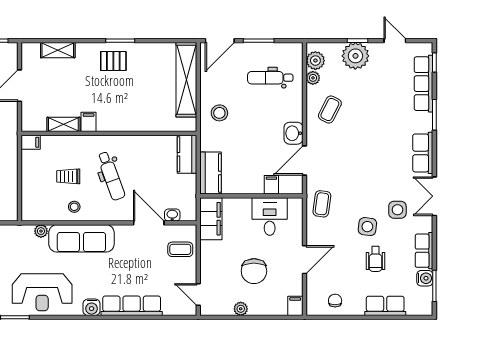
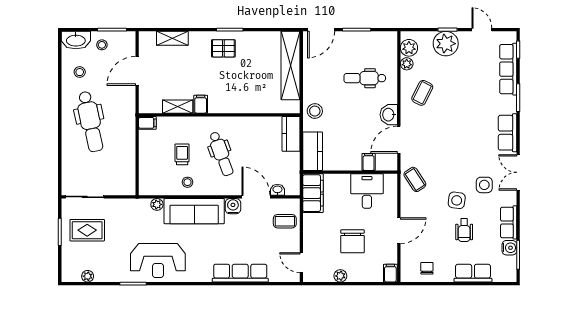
dental chair: (270, 78) -> (365, 78), moved
stool: (219, 113) -> (315, 111), moved
trolley: (68, 176) -> (182, 154), turned 90
coffee table: (322, 204) -> (415, 179), turned -41
water cooler: (92, 307) -> (233, 206), moved, turned 180

